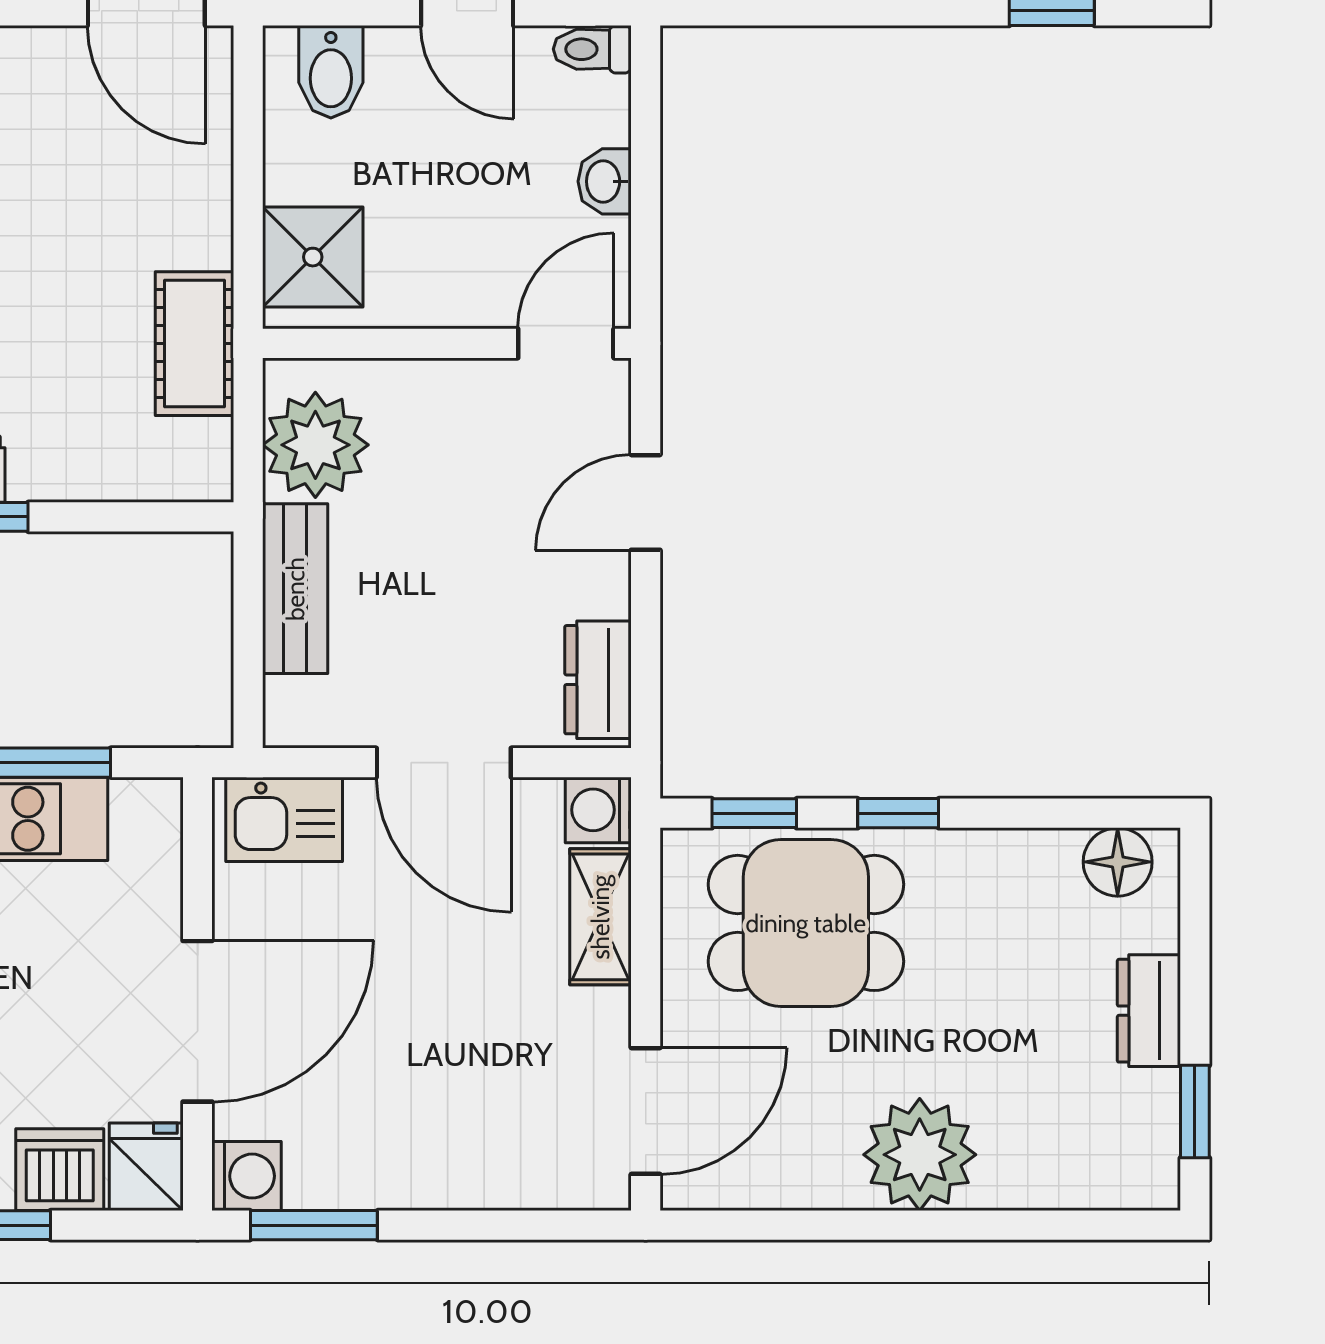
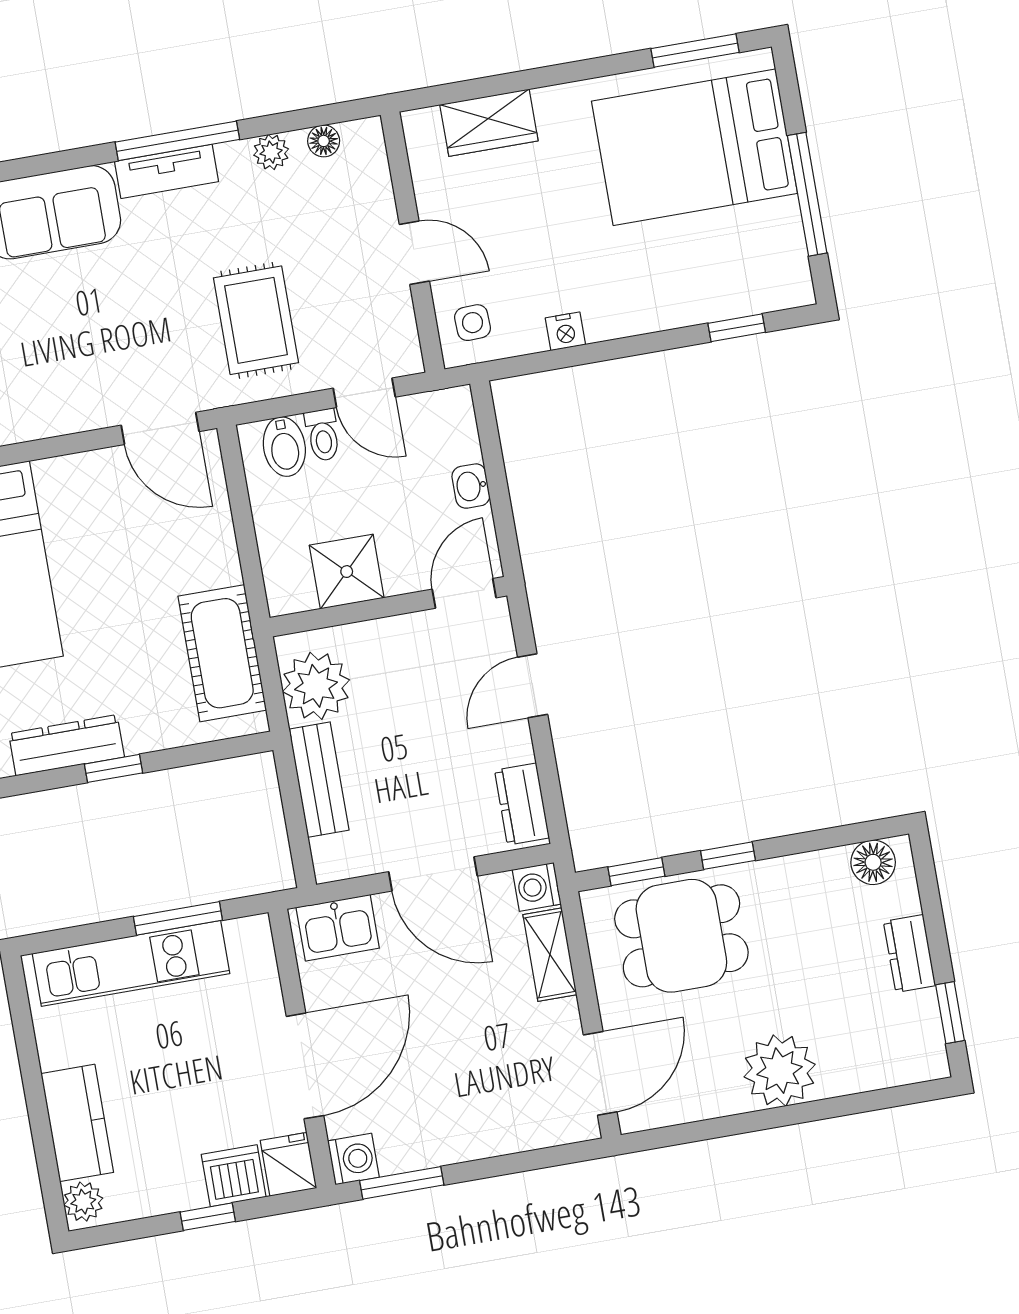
toilet: (592, 49) -> (323, 435), moved, turned -90
shower: (313, 257) -> (347, 572), moved
cot: (195, 344) -> (222, 653), width x1.37, depth x1.34

